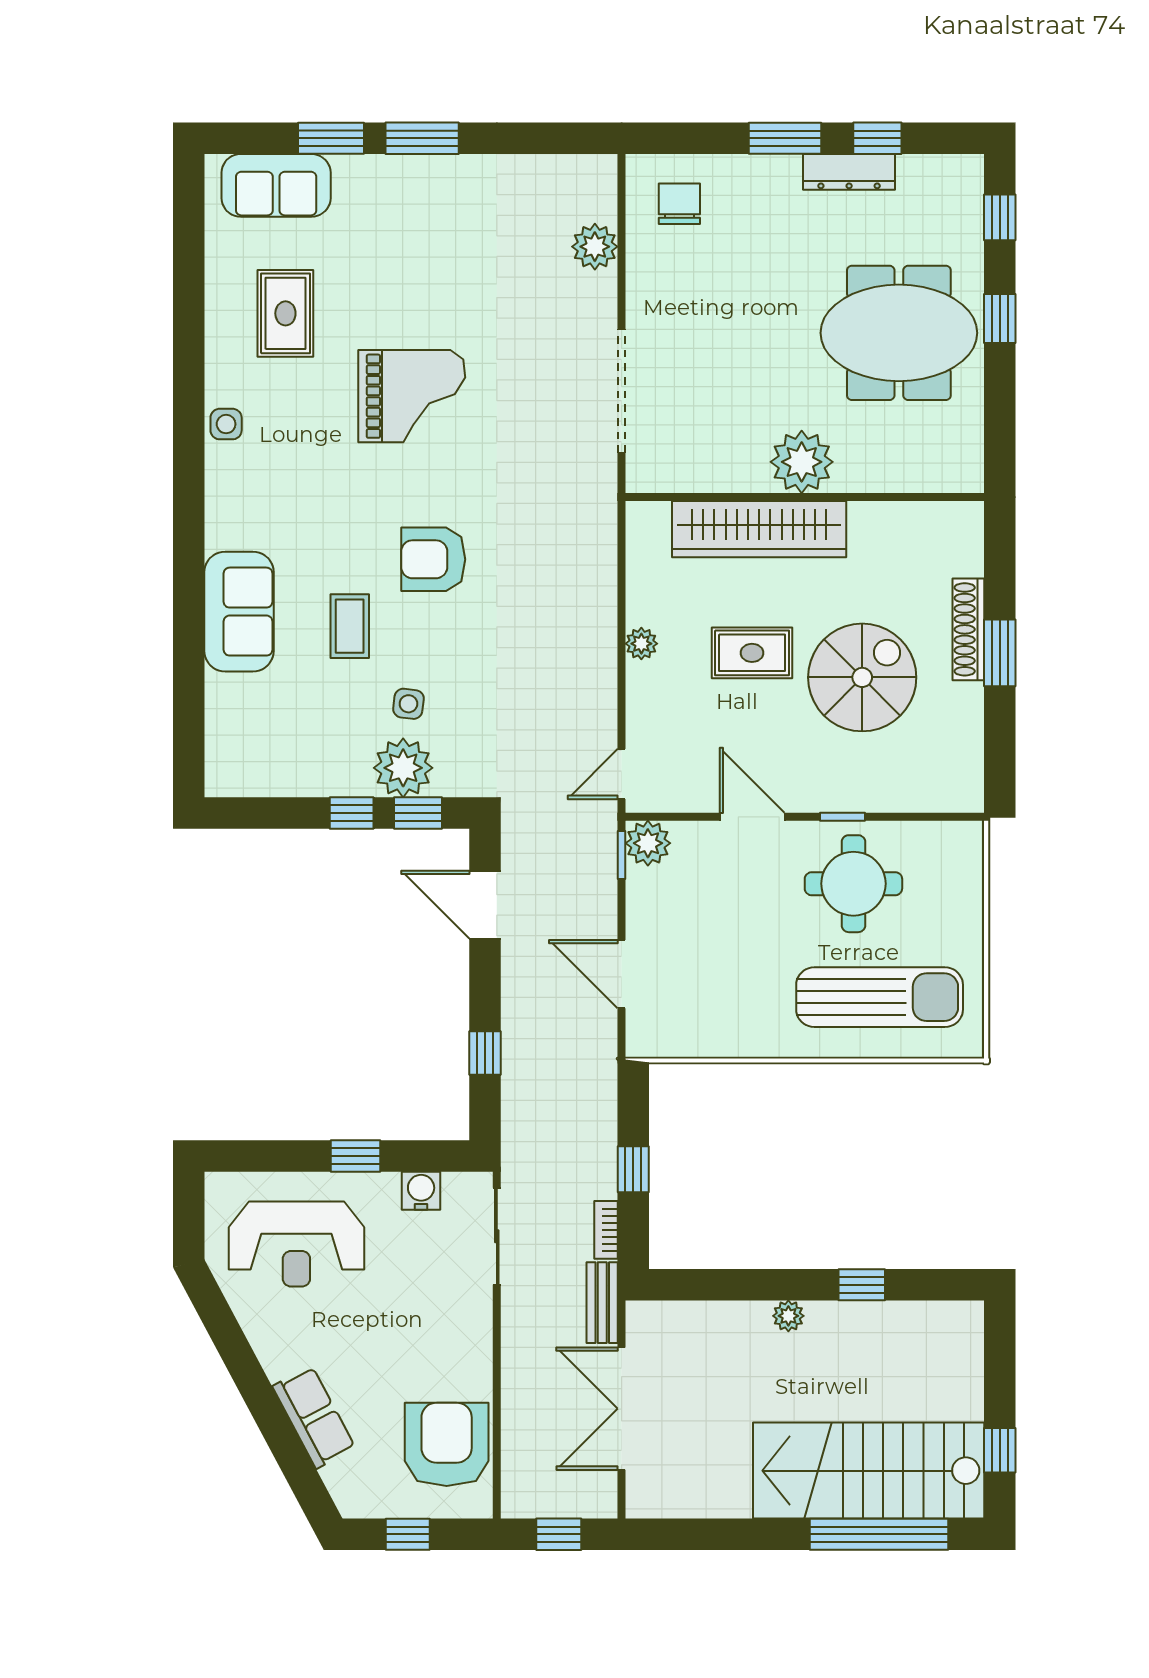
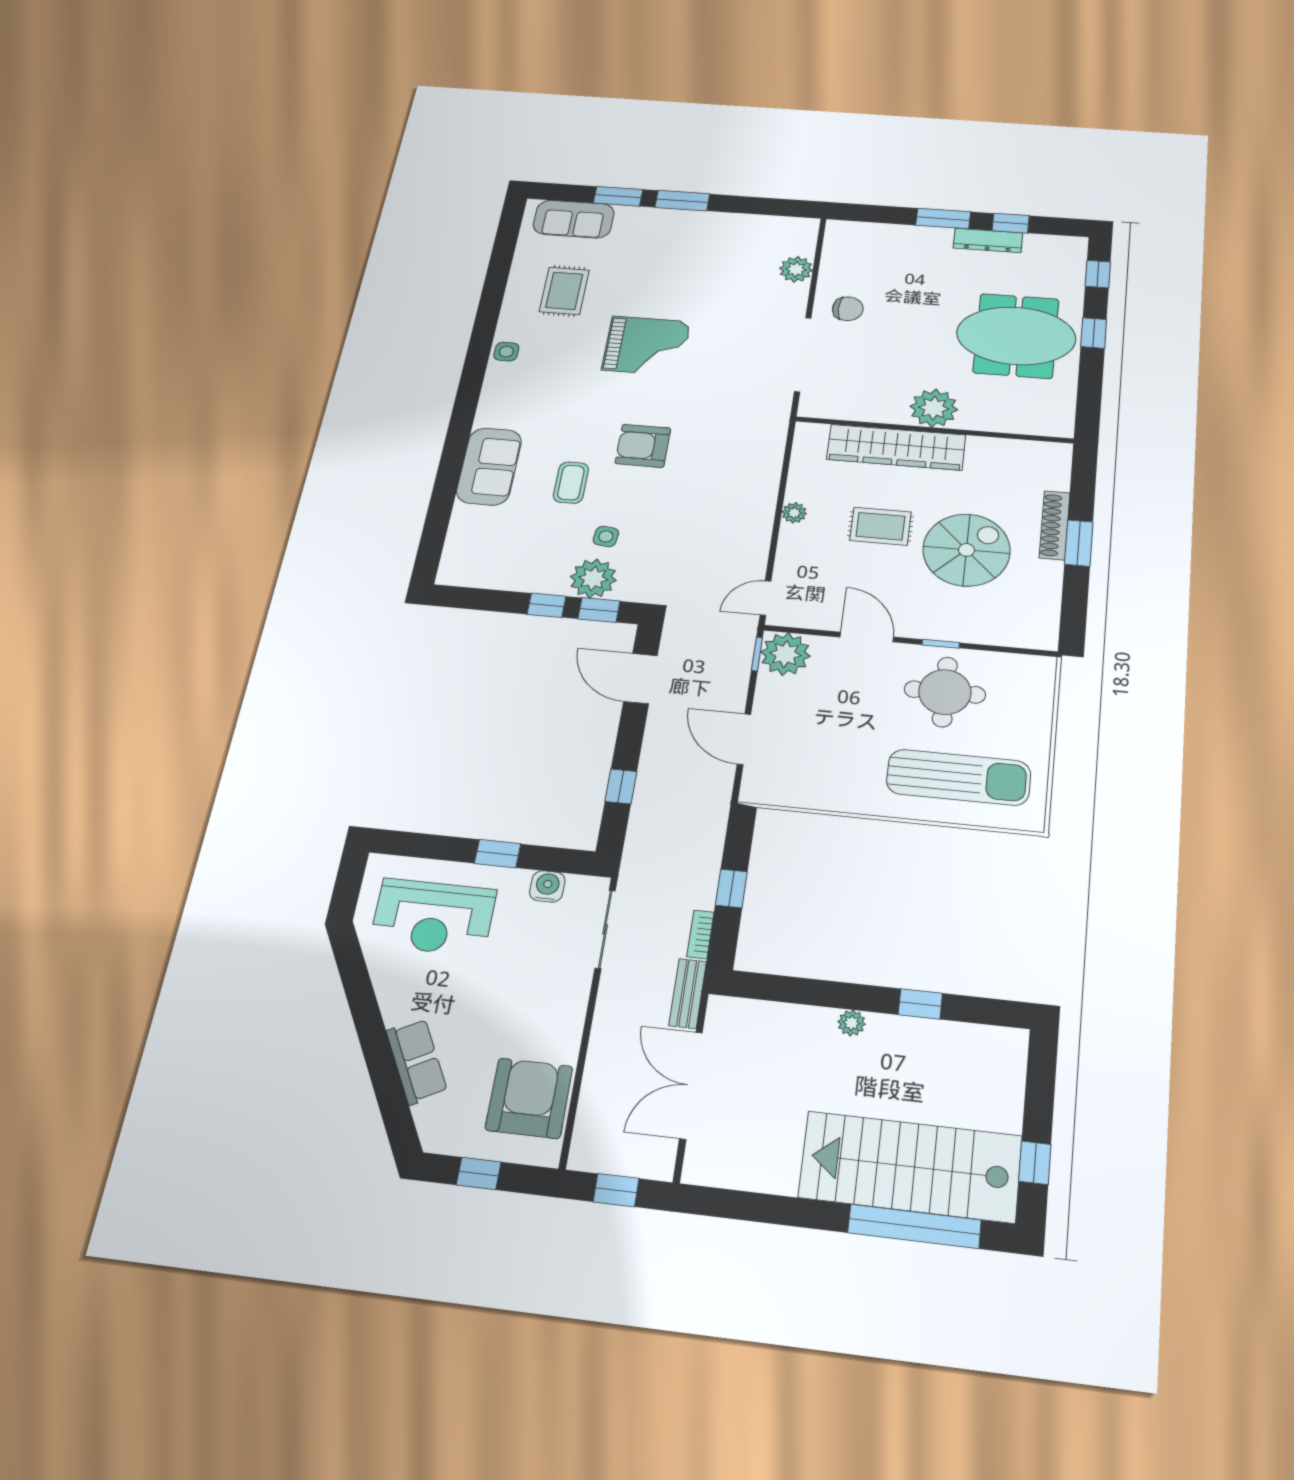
chair: (679, 204) -> (848, 309), moved, turned 90
plant: (648, 843) -> (785, 654), width x1.36, depth x1.36

